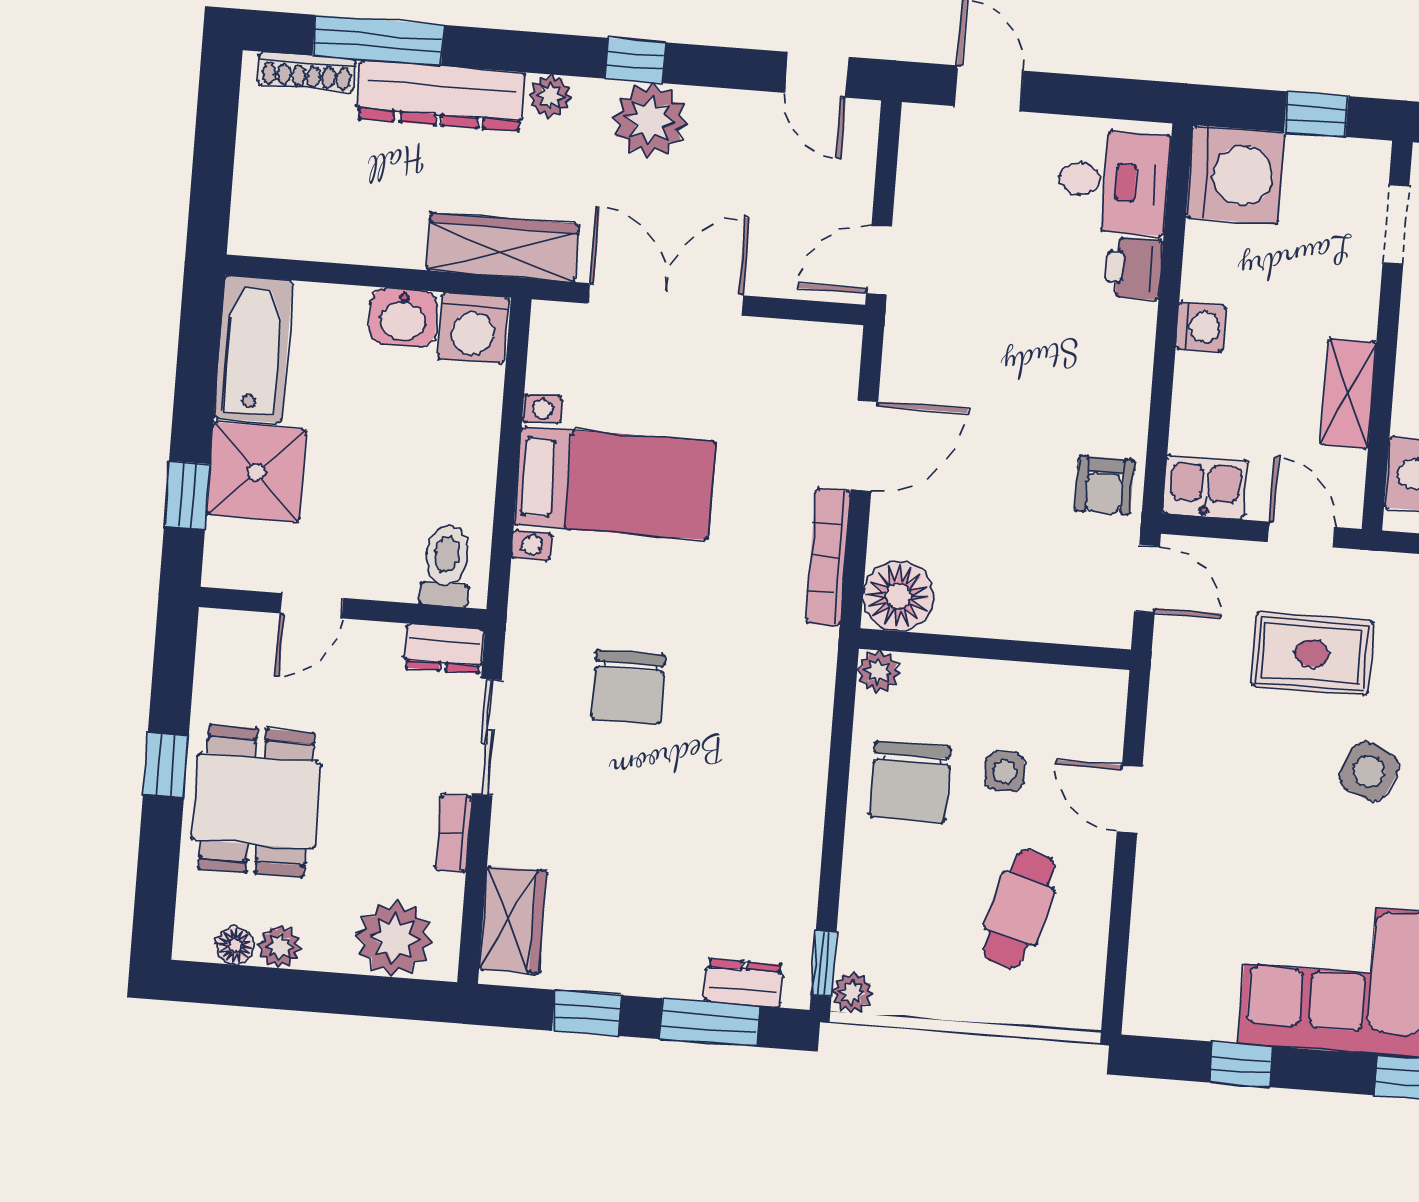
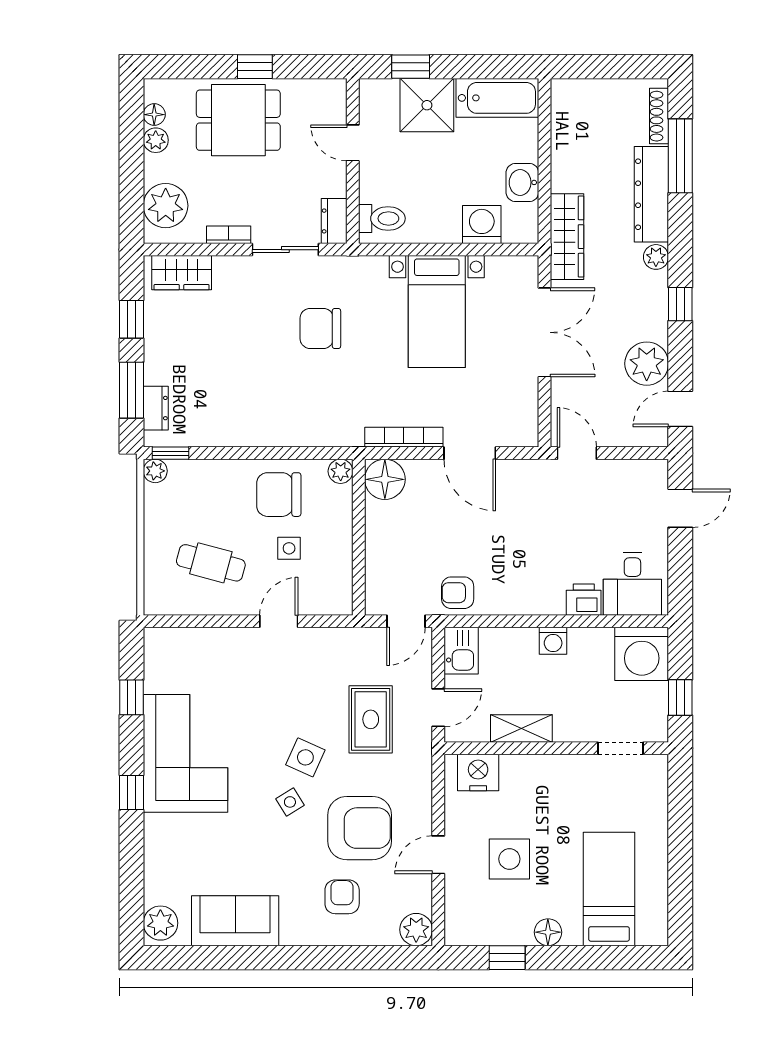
plant: (650, 120) -> (647, 364), moved
washing machine: (473, 328) -> (482, 224), moved, turned 90

